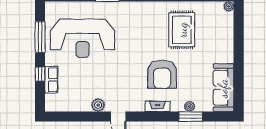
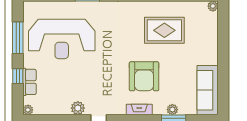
rug: (182, 30) -> (164, 30), turned 90
plant: (50, 107) -> (28, 110), added

